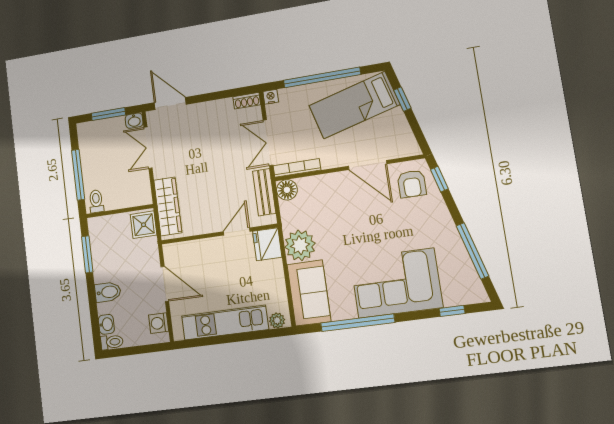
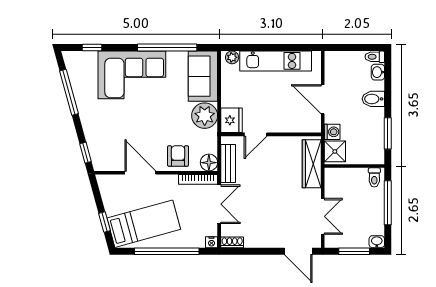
washbasin: (134, 121) -> (377, 242), moved
armchair: (412, 184) -> (178, 156), moved
washing machine: (159, 323) -> (332, 132), moved

